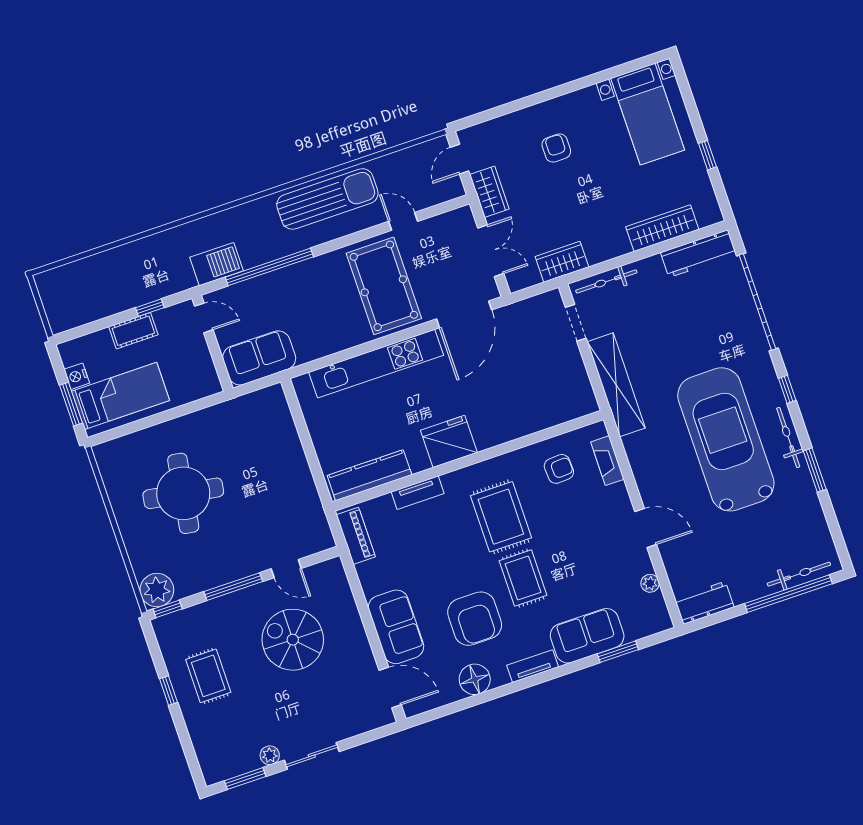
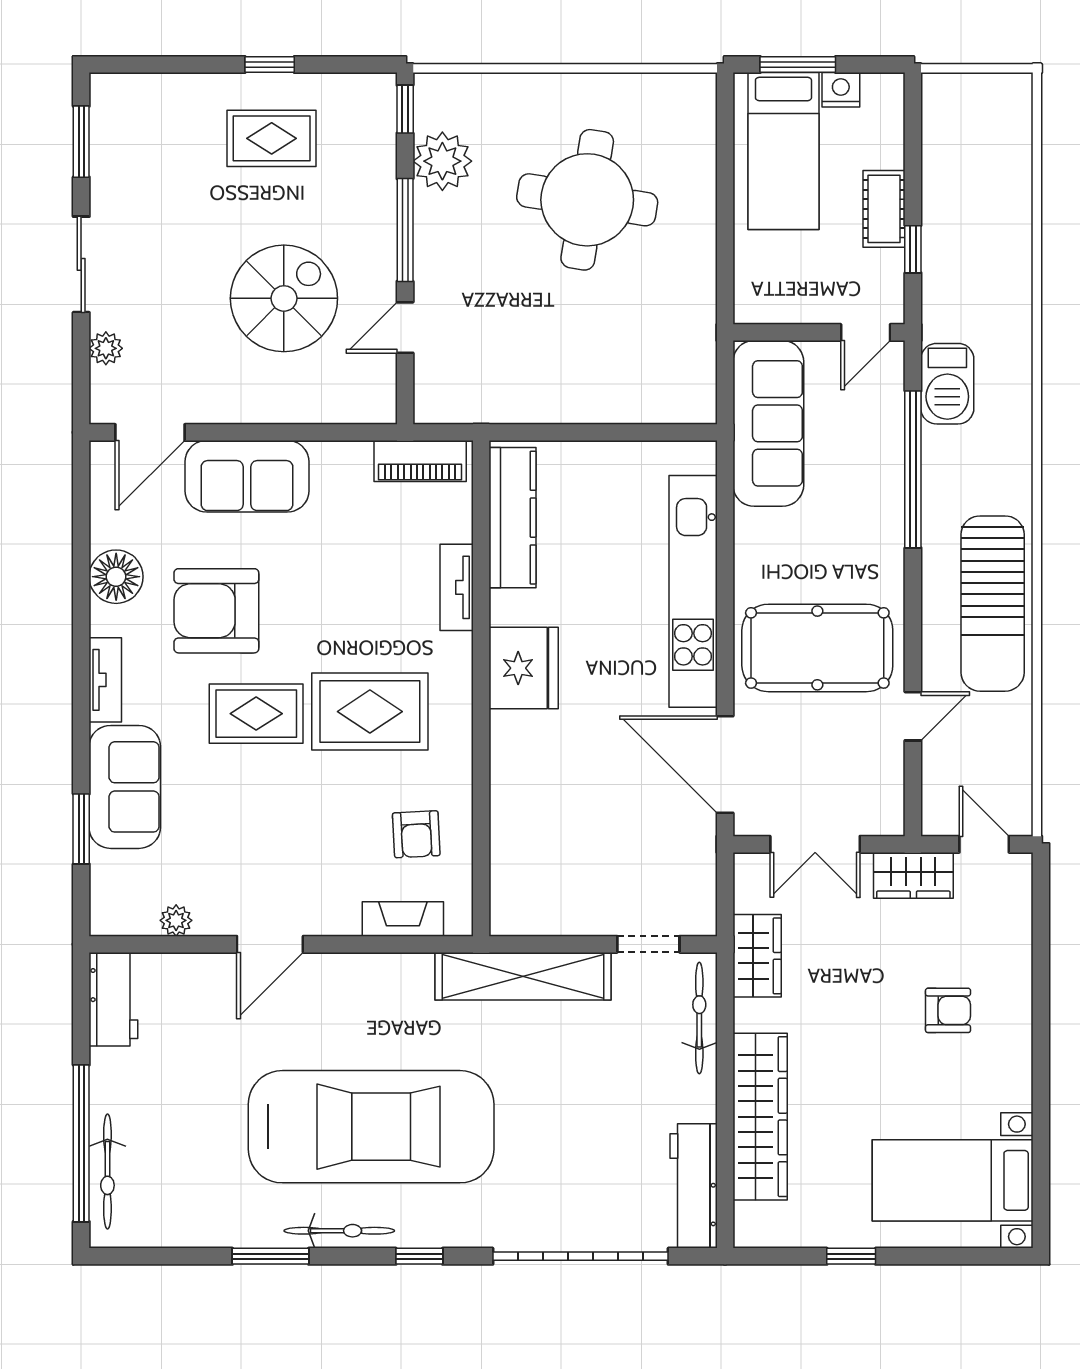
wardrobe: (662, 228) -> (760, 1117), width x1.40, depth x1.17
sofa: (259, 358) -> (768, 423), width x1.36
plant: (157, 590) -> (442, 161), moved
plant: (270, 755) -> (106, 348), moved

